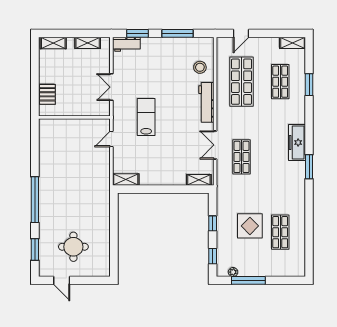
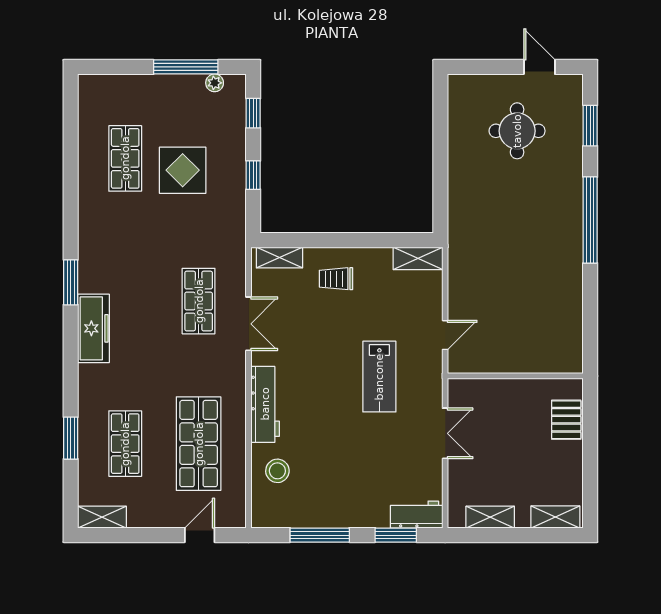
trolley: (169, 169) -> (336, 279), added

